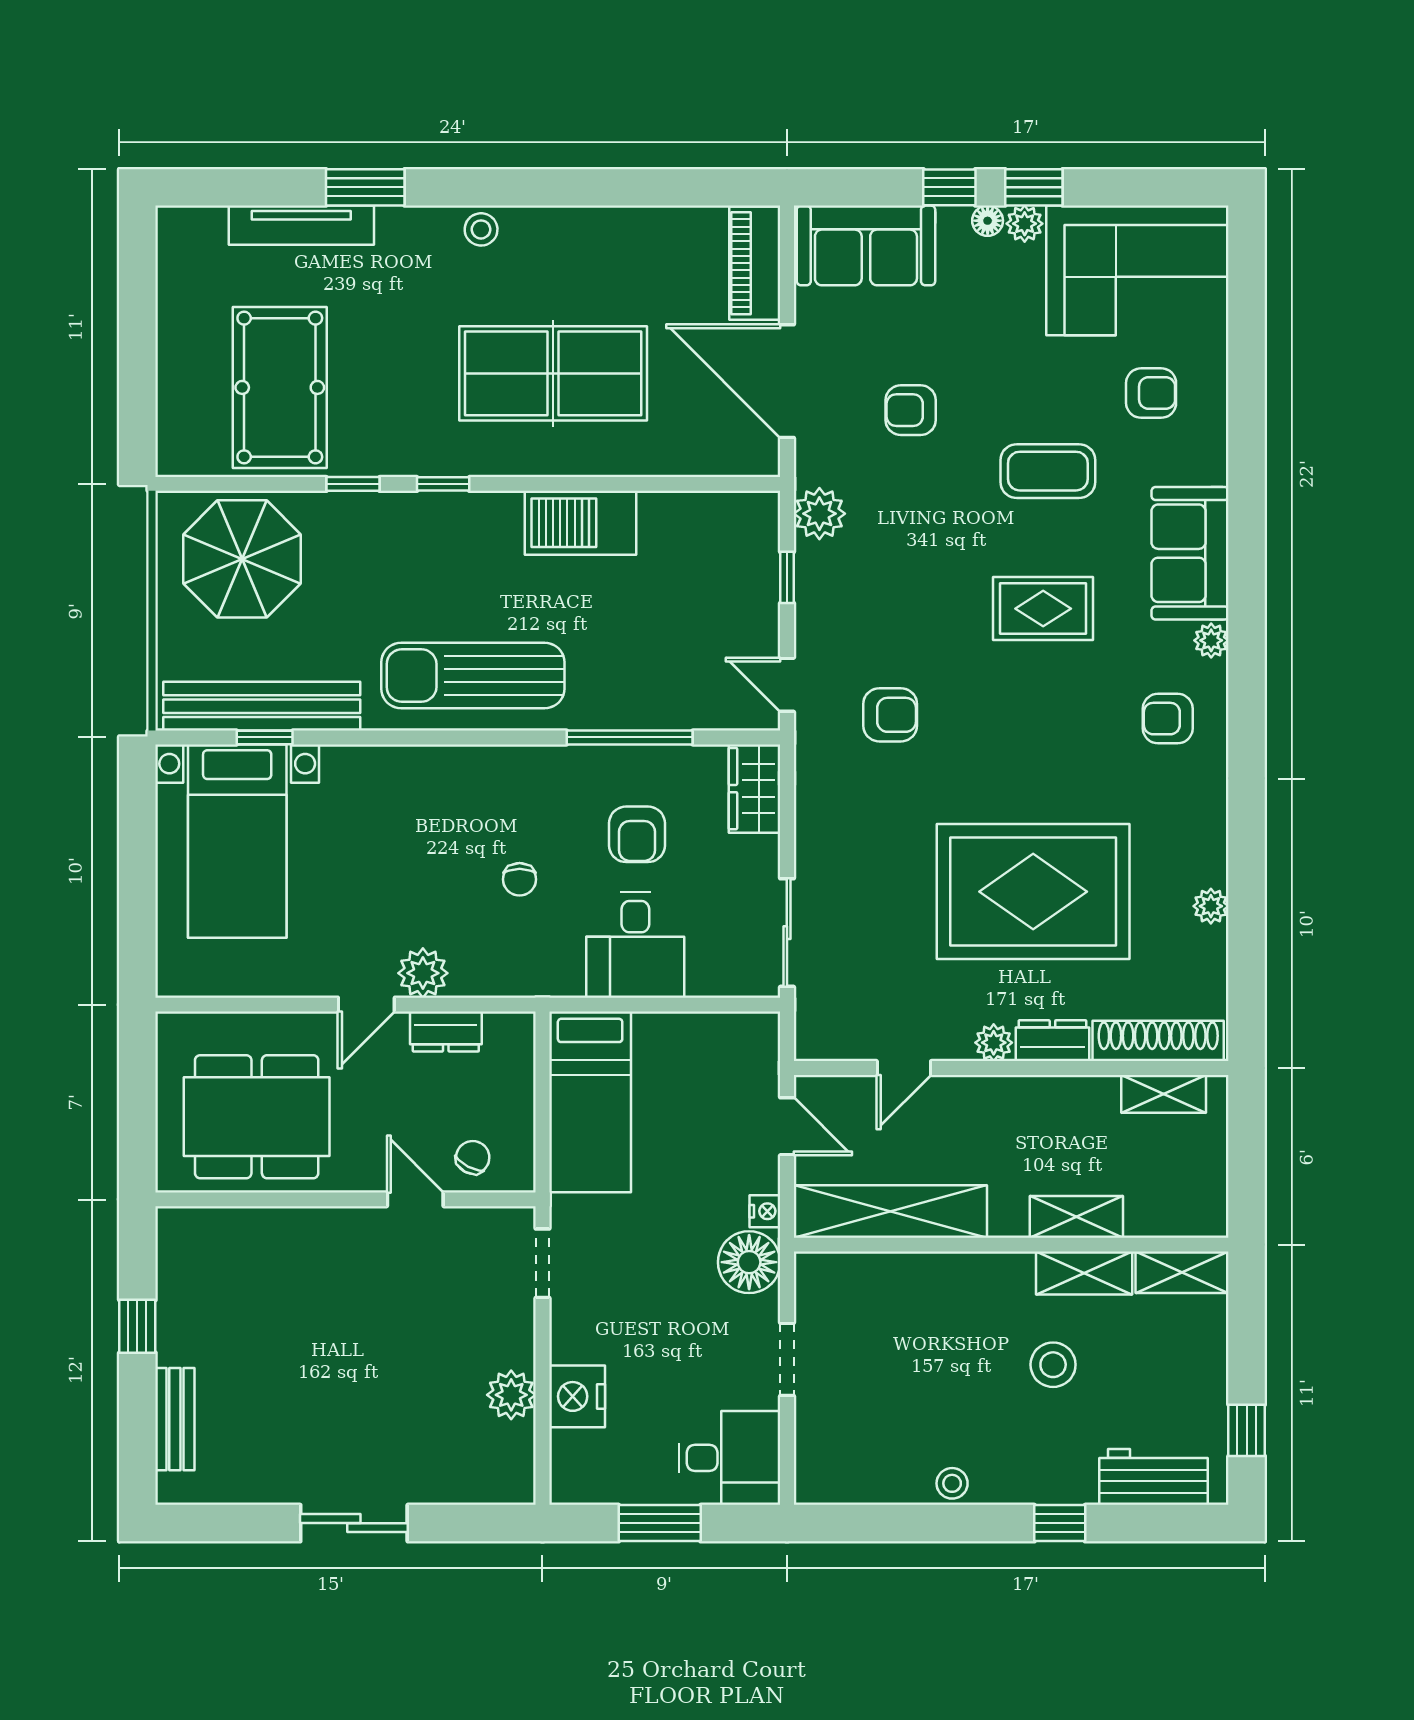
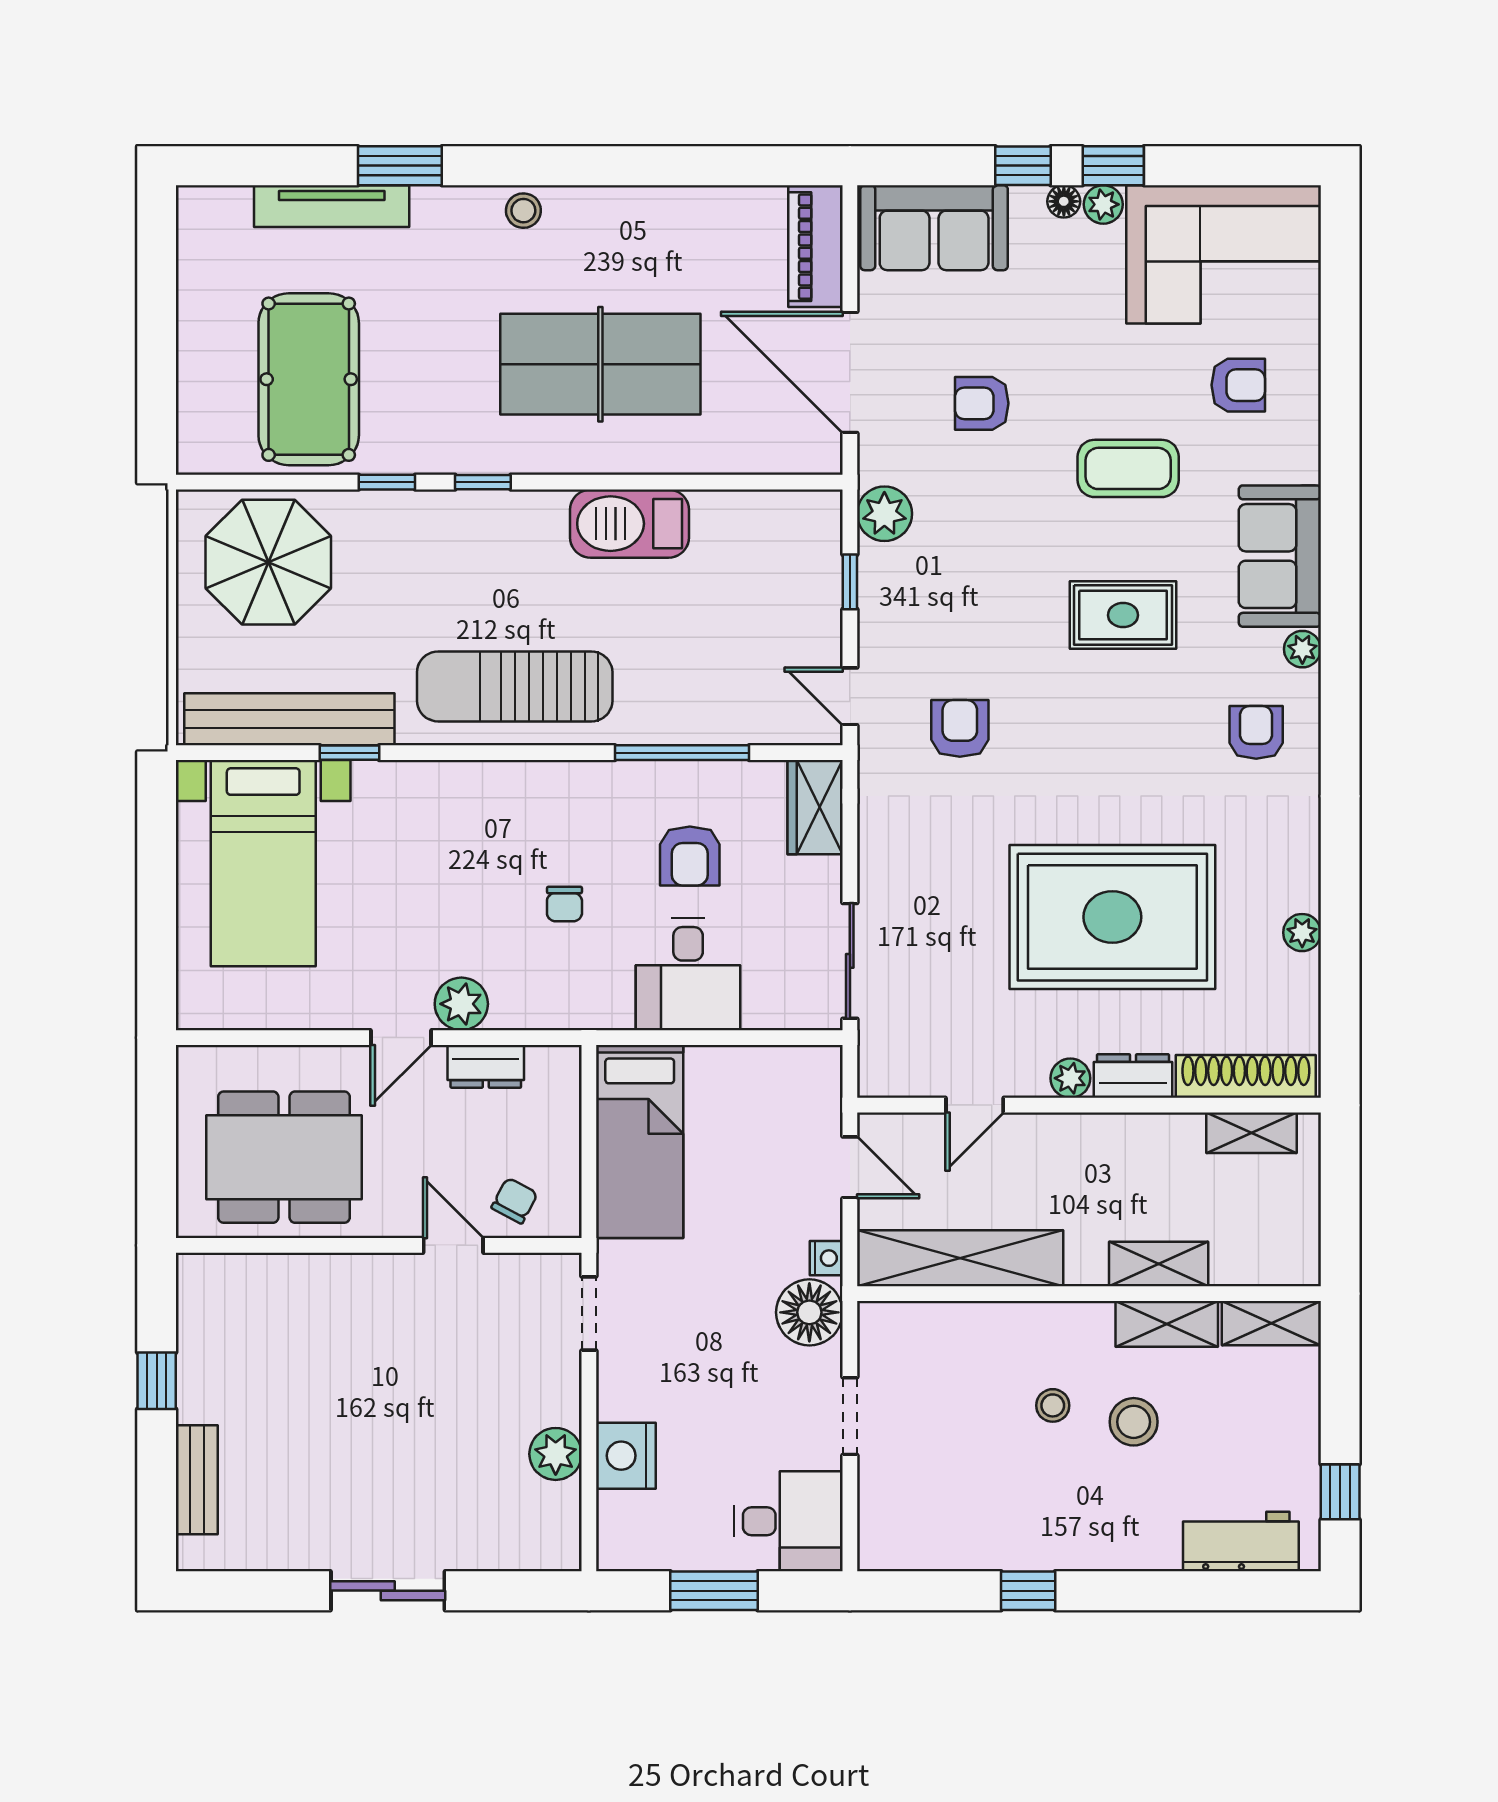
armchair: (890, 715) -> (960, 728), turned -90
armchair: (1168, 719) -> (1256, 732), turned 90
window: (265, 737) -> (350, 753), moved
stool: (952, 1483) -> (1053, 1405), moved
window: (1060, 1523) -> (1028, 1591), moved

